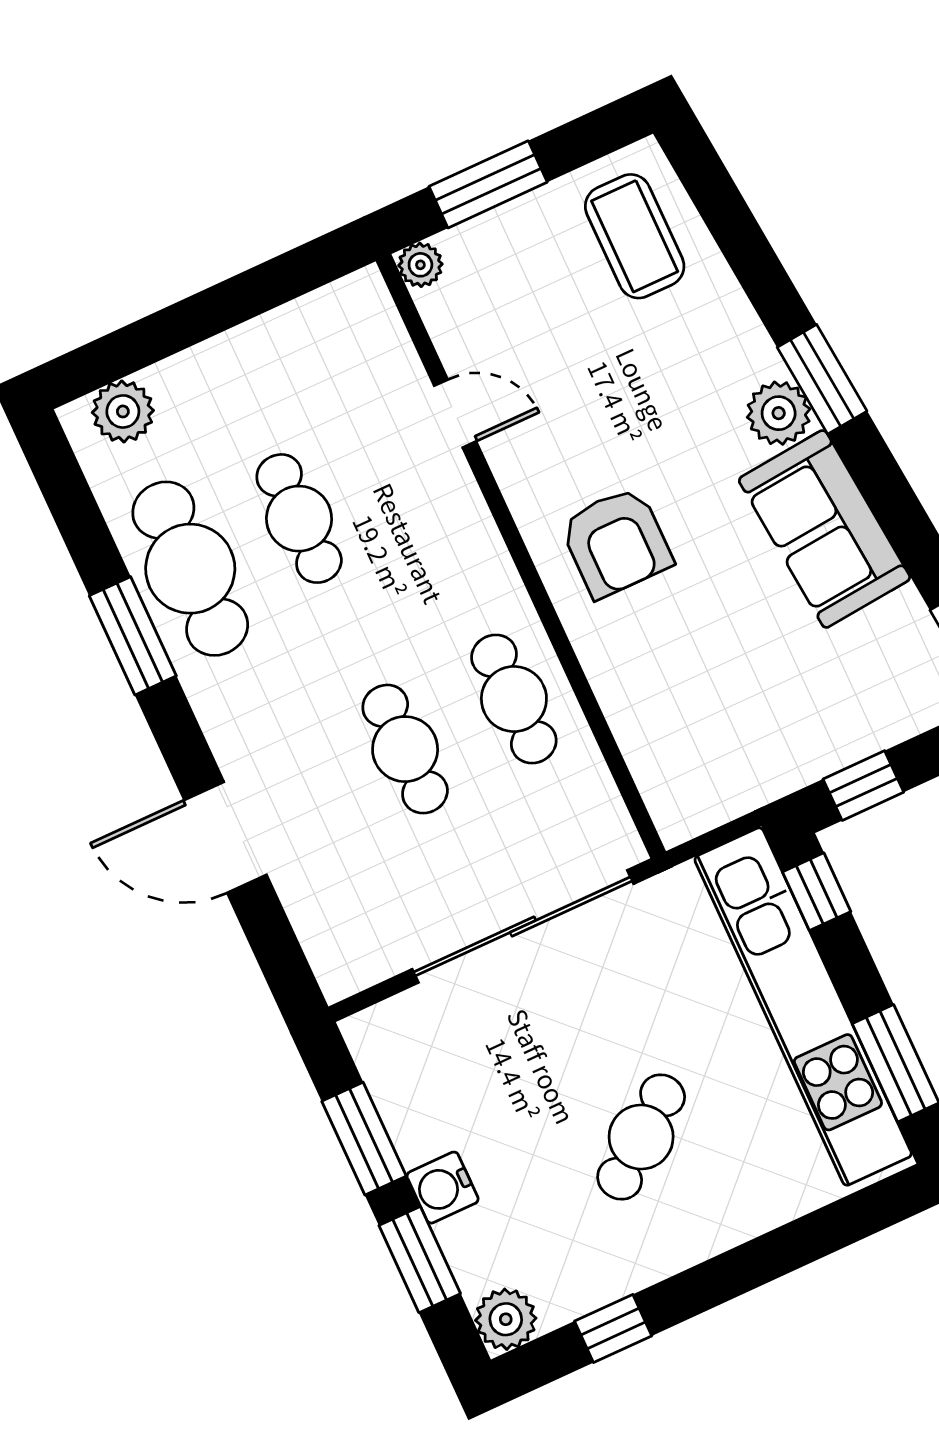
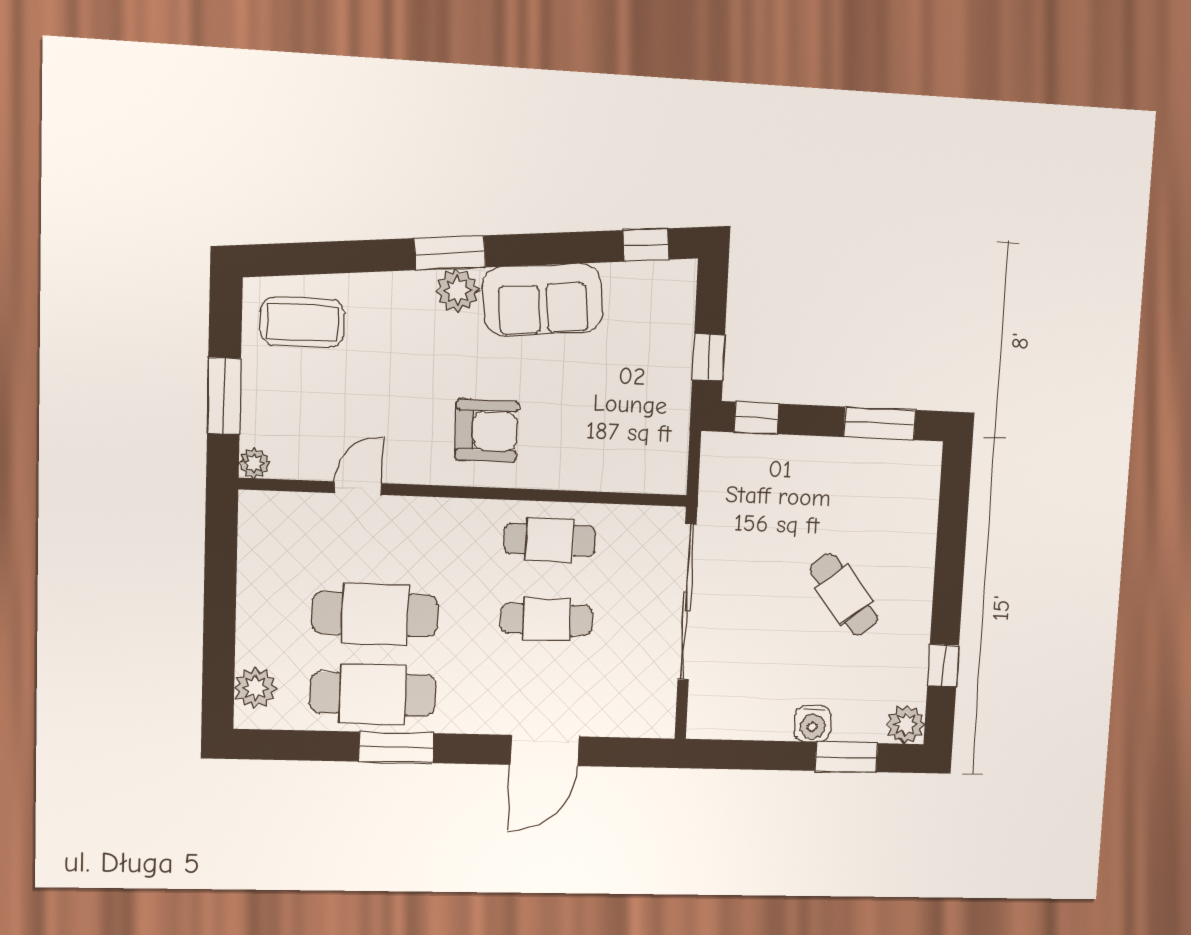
cafe table: (299, 519) -> (375, 614), width x1.37, depth x1.35
kitchen unit: (803, 1007) -> (819, 461), removed
window: (364, 1139) -> (761, 755), removed

